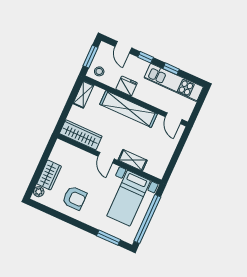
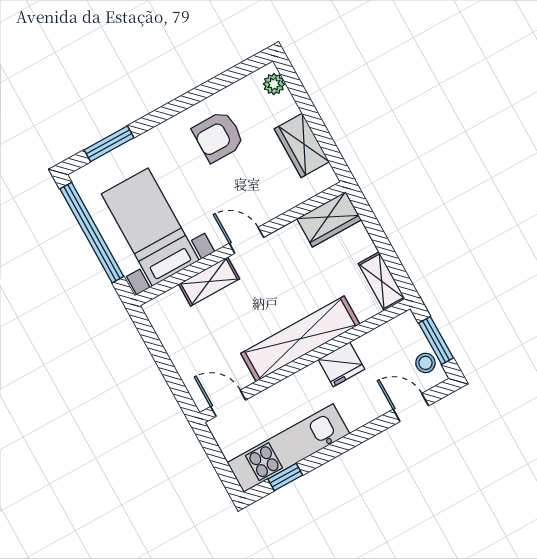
window: (146, 57) -> (366, 432), removed
window: (171, 69) -> (285, 477), moved
stool: (99, 71) -> (425, 363), moved
wardrobe: (81, 135) -> (329, 219), width x0.67
wardrobe: (49, 175) -> (302, 145), moved

